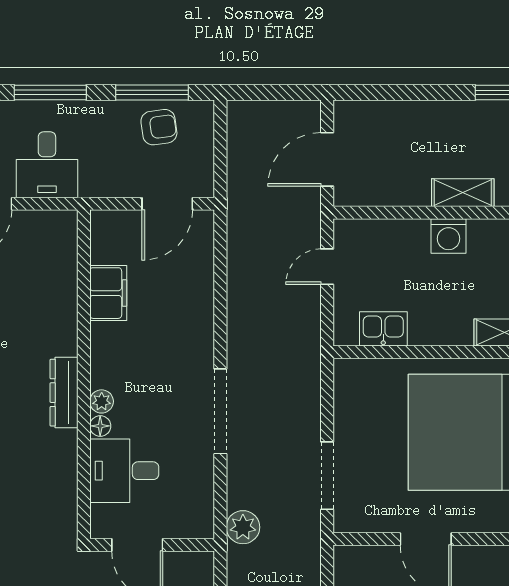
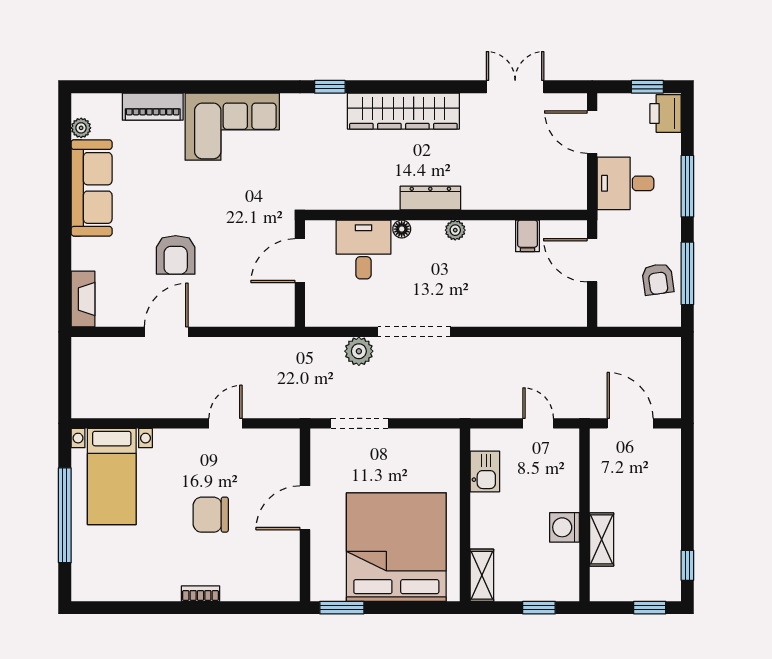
door: (167, 204) -> (592, 260), moved
filing cabinet: (108, 293) -> (527, 236), width x0.50
plant: (102, 401) -> (455, 230), moved
plant: (243, 527) -> (359, 351), moved

